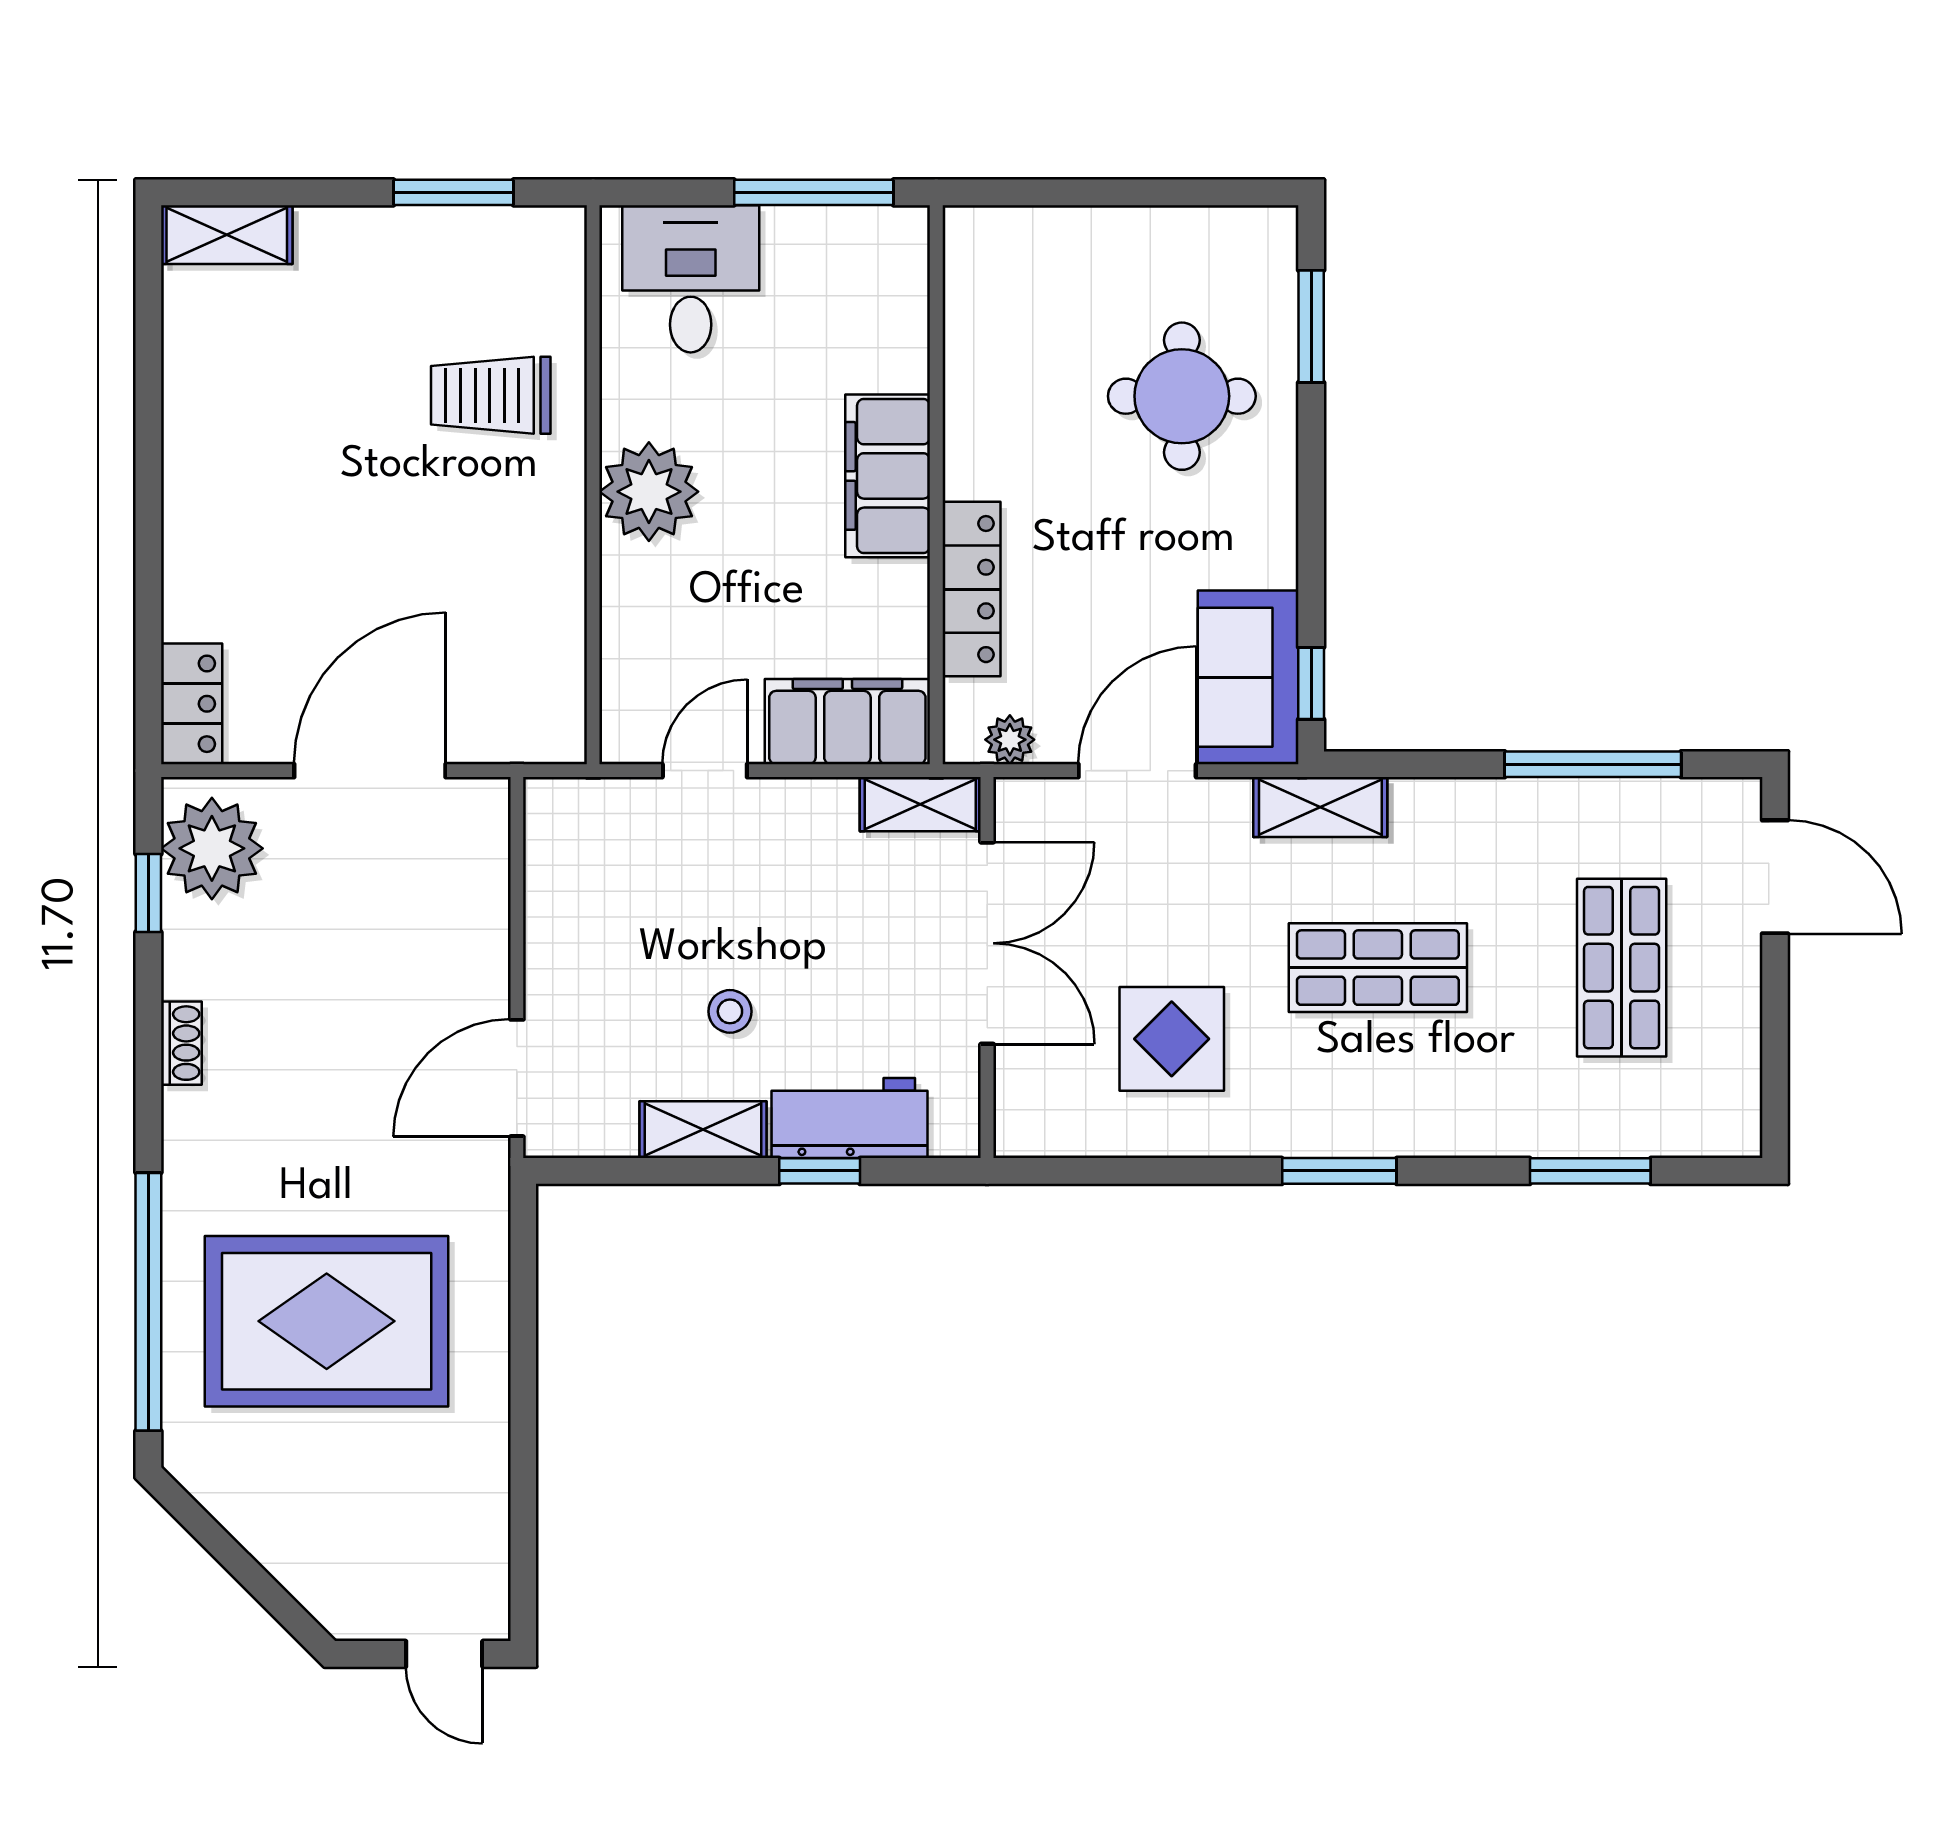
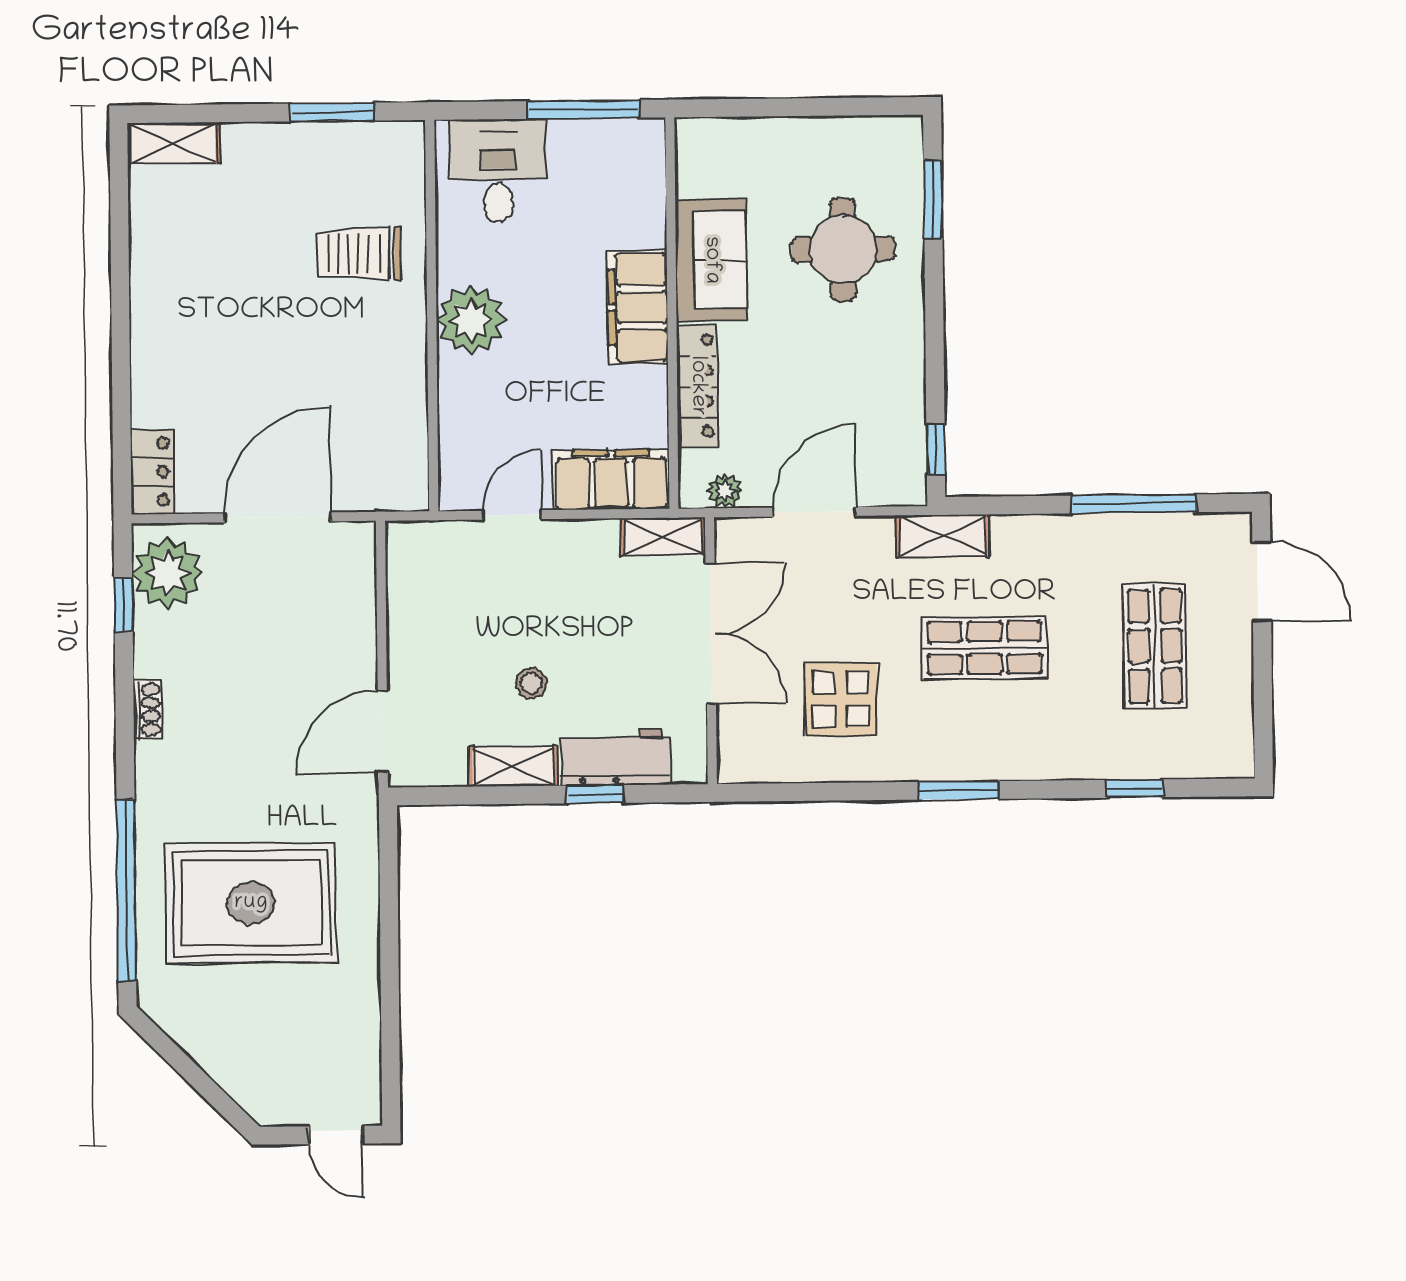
sofa: (1248, 677) -> (711, 260), moved, turned 180
window: (1590, 1171) -> (1135, 789), width x0.67

